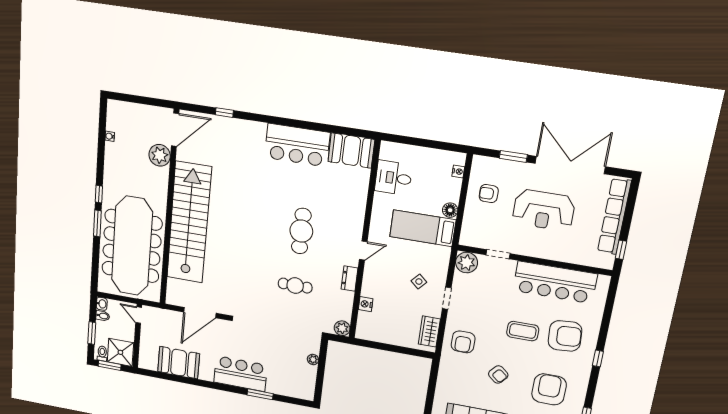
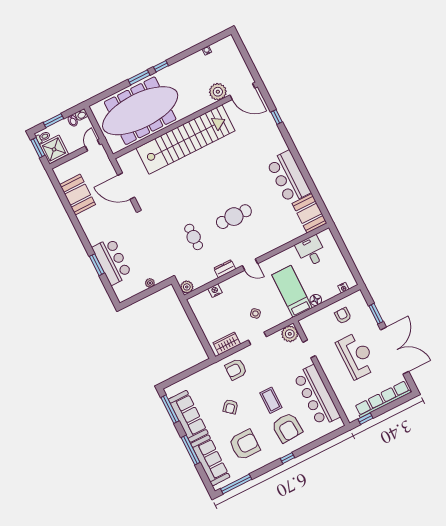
reception desk: (544, 210) -> (356, 356), turned 180
bar counter: (241, 374) -> (112, 261), moved

